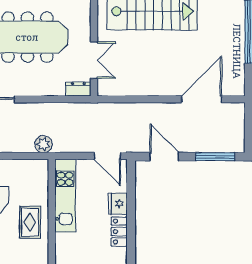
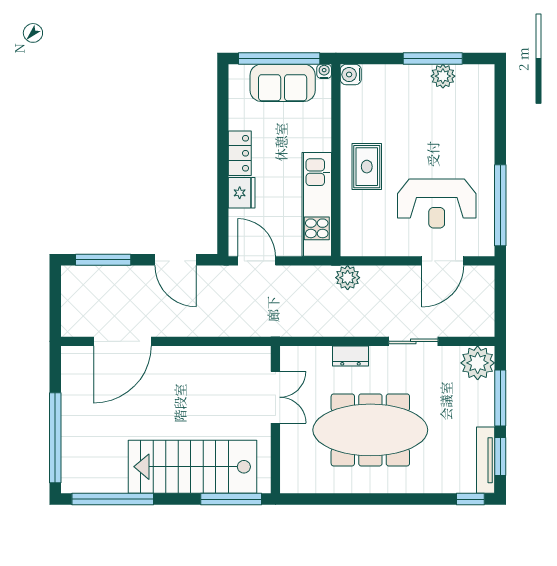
double door: (94, 60) -> (275, 397), swing flipped
dresser: (78, 89) -> (350, 356), moved

